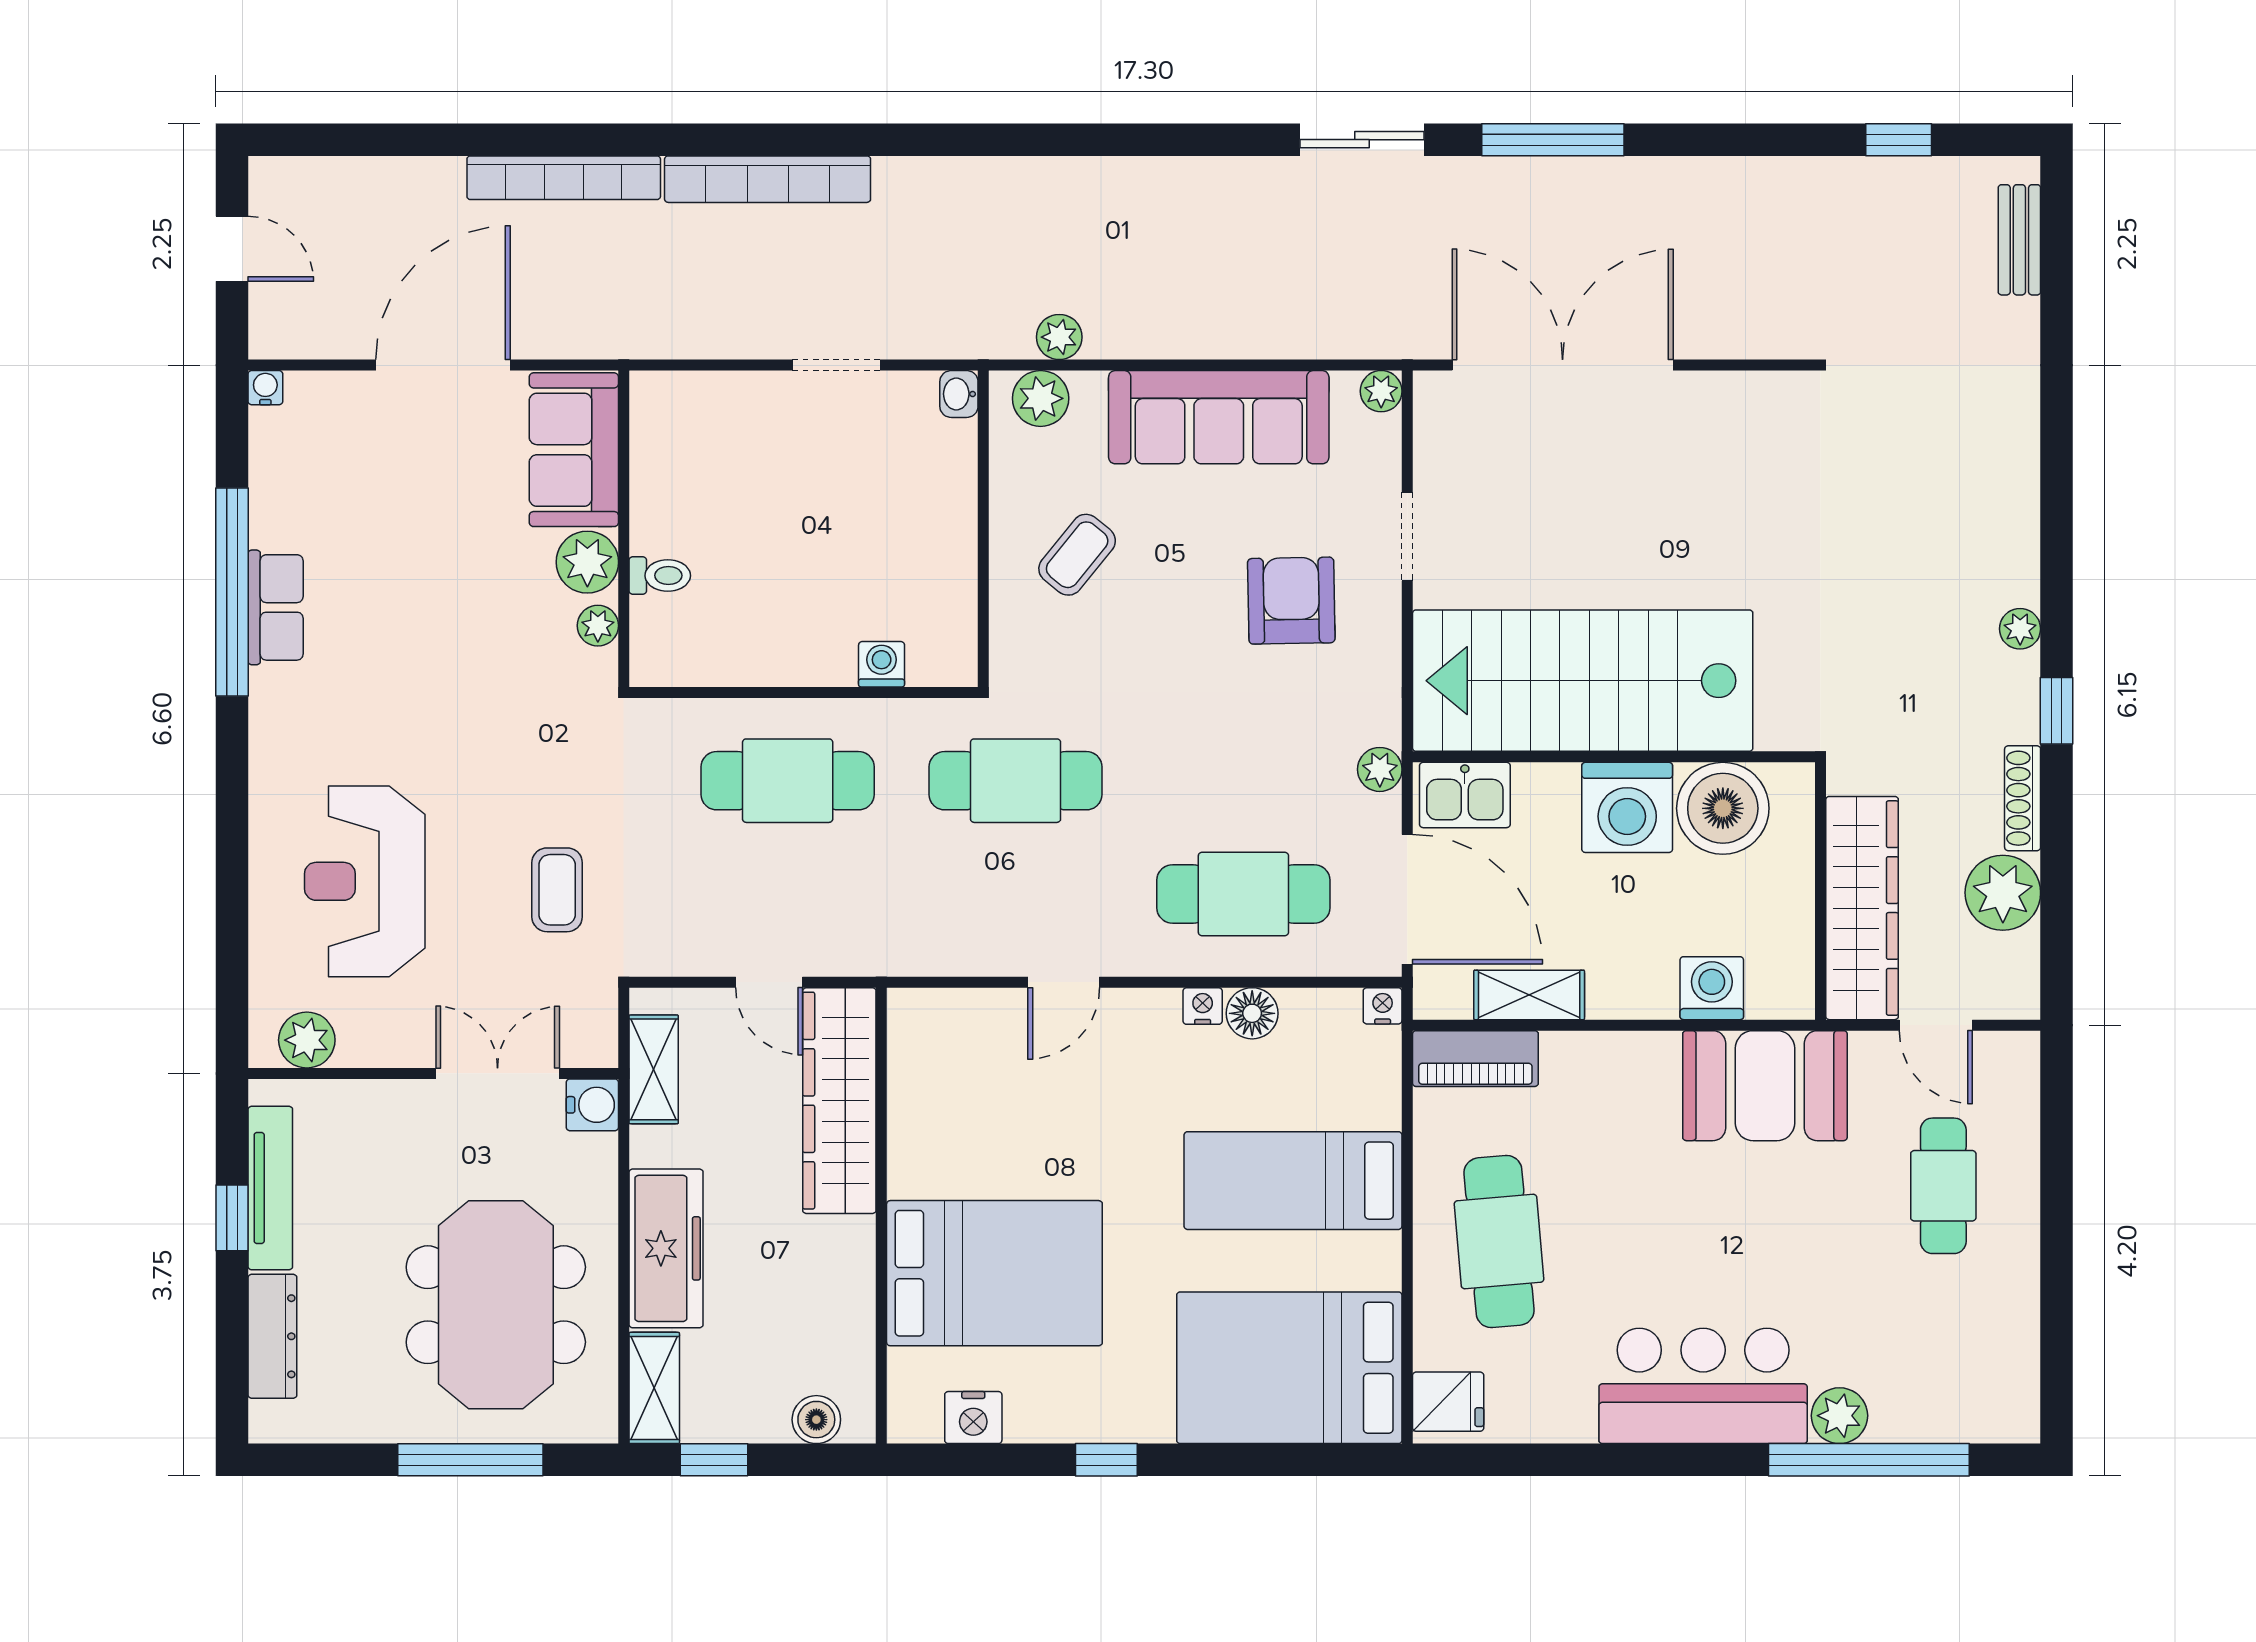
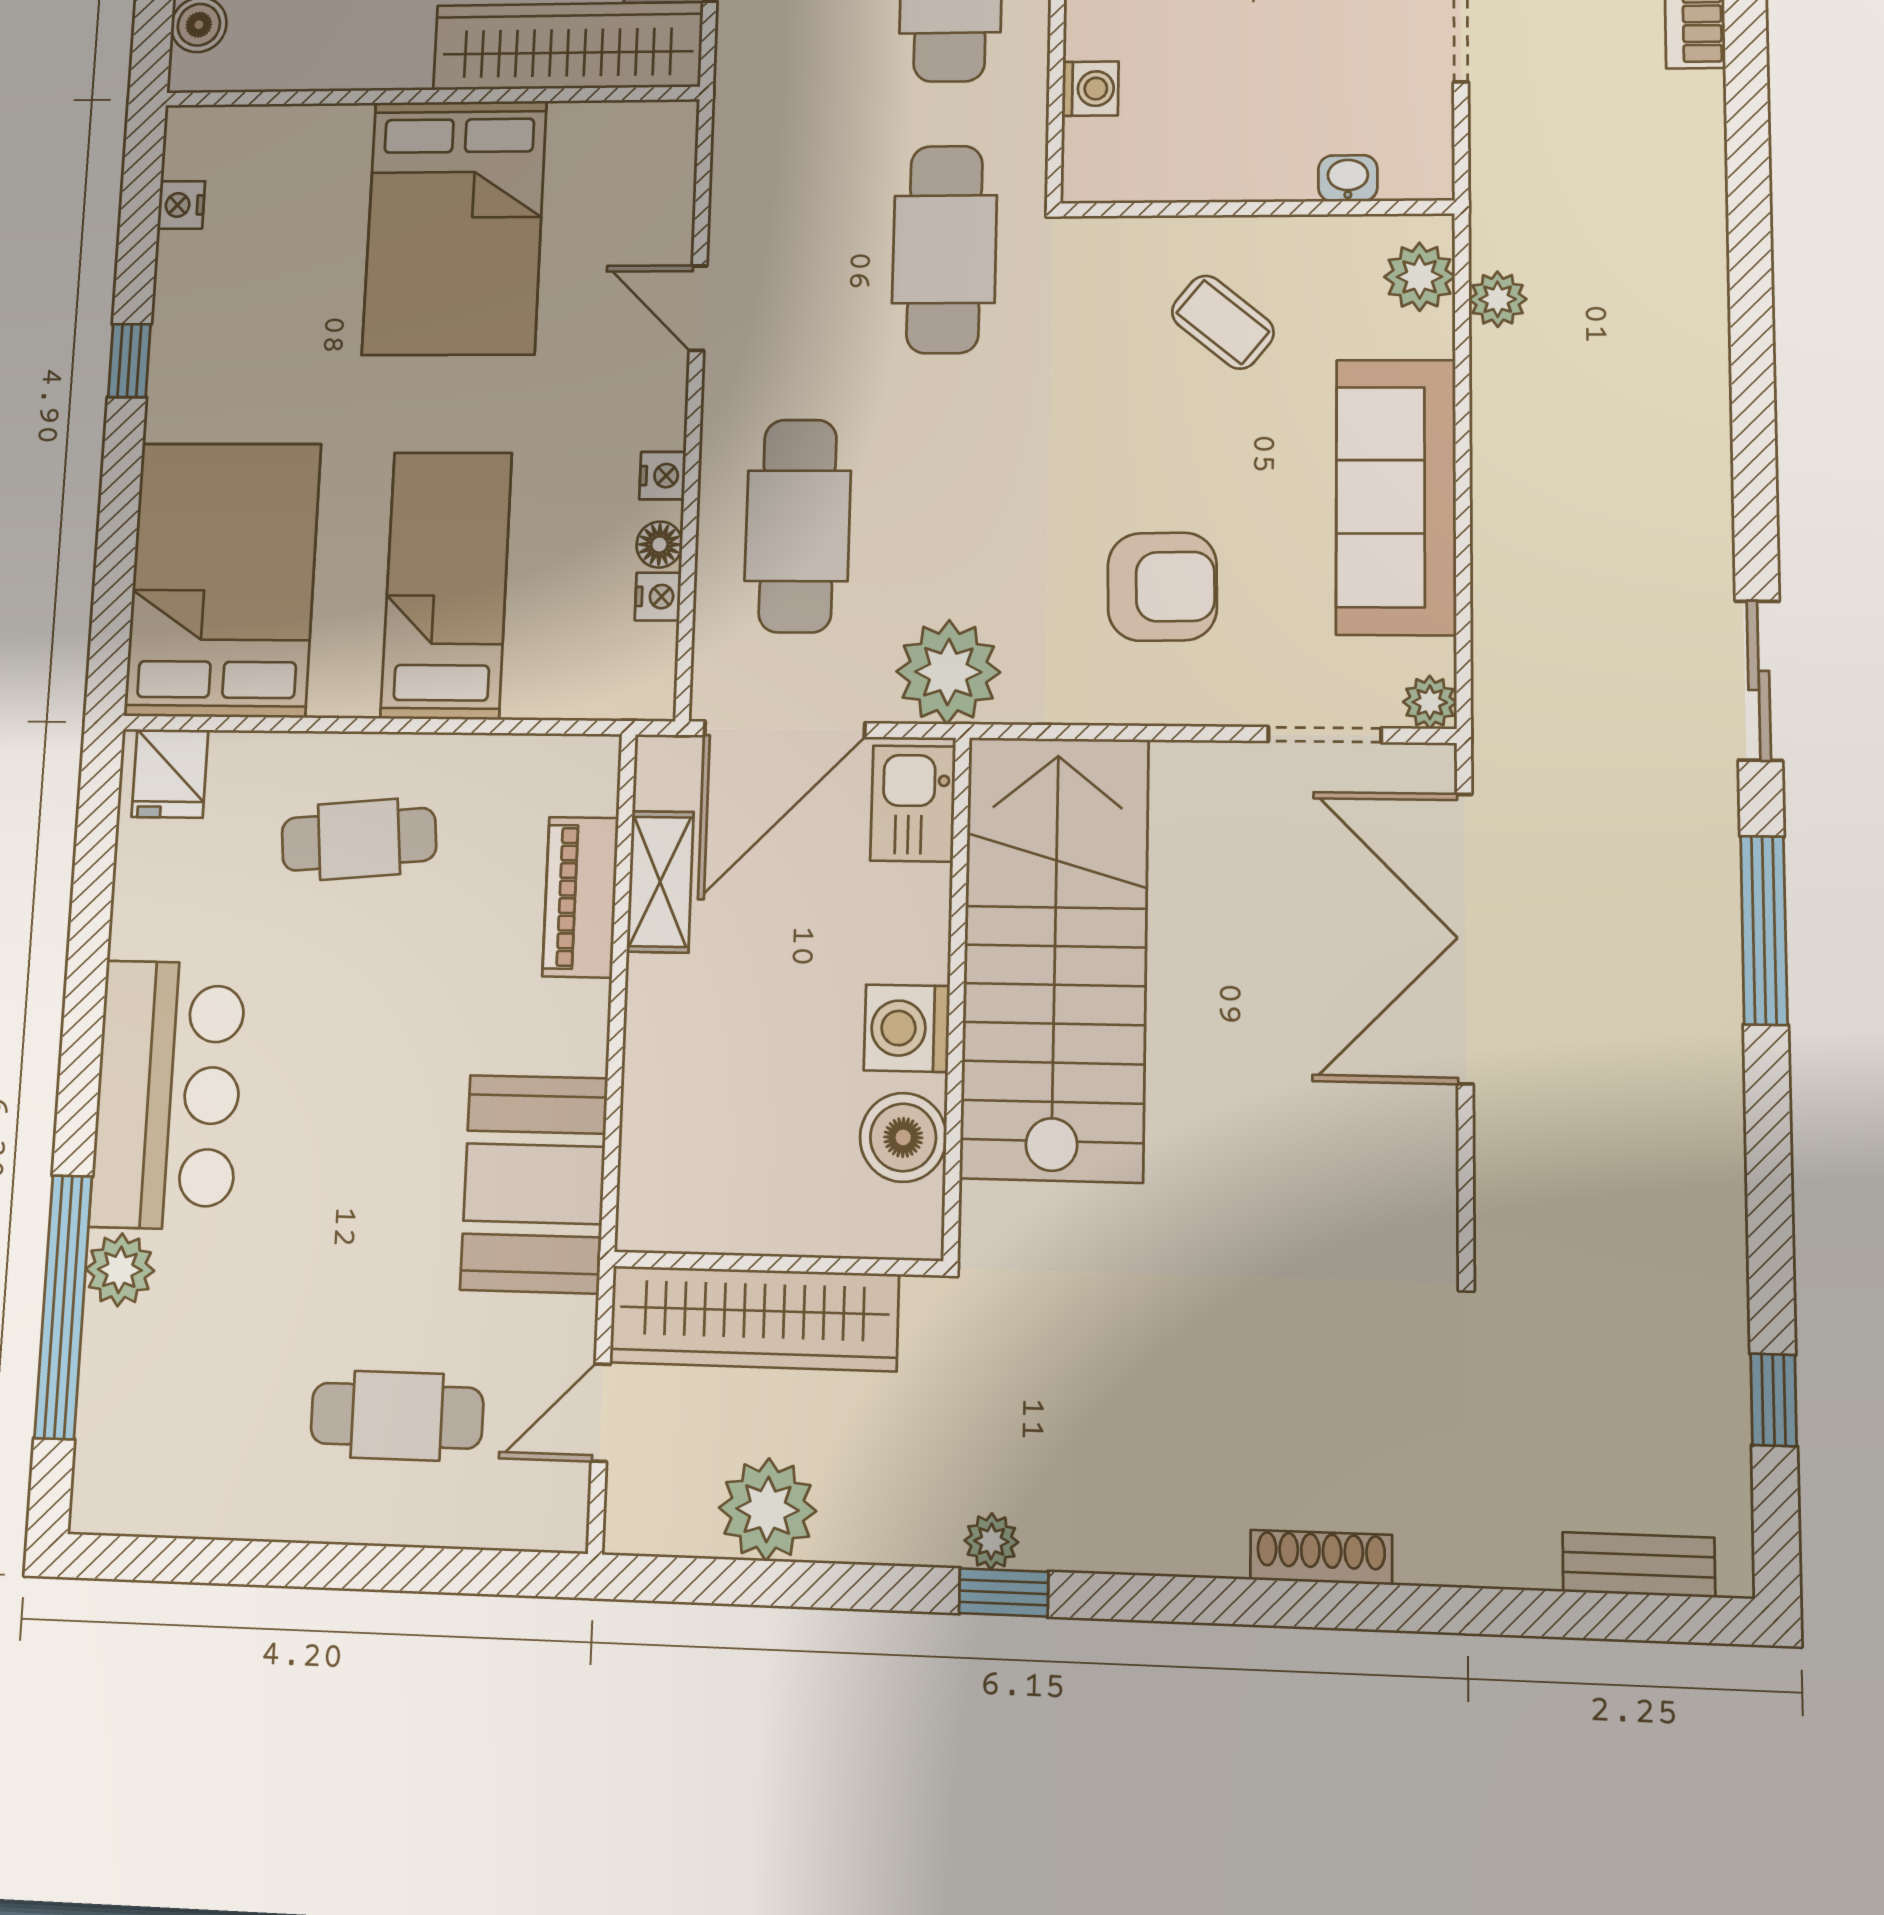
double door: (1563, 365) -> (1465, 938), swing flipped
washbasin: (959, 394) -> (1348, 178), moved
doorway: (1407, 537) -> (1325, 735), moved
plant: (2020, 629) -> (991, 1541), moved
plant: (1380, 769) -> (948, 672), width x1.88, depth x1.88
shoe rack: (2023, 798) -> (1321, 1557), moved
washing machine: (1627, 807) -> (907, 1028), width x0.73, depth x0.73
boiler: (1723, 808) -> (903, 1137), width x0.73, depth x0.73
washing machine: (1712, 988) -> (659, 1117), removed
nightstand: (1383, 1006) -> (658, 597), moved
floor lamp: (1252, 1013) -> (659, 545), width x0.73, depth x0.73
piano: (1475, 1059) -> (581, 897), moved
cafe table: (1499, 1242) -> (359, 839), width x0.73, depth x0.74
bed: (994, 1273) -> (455, 228), moved
nightstand: (973, 1418) -> (181, 205), width x0.72, depth x0.74

